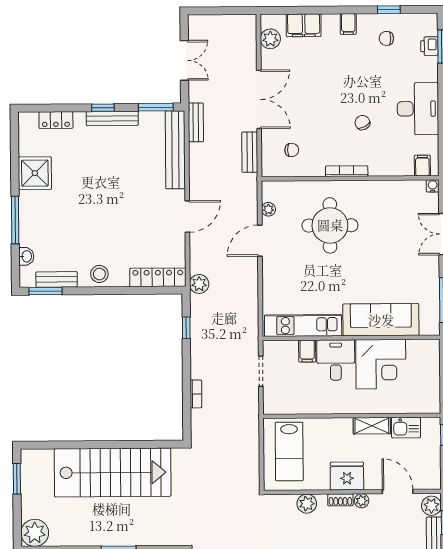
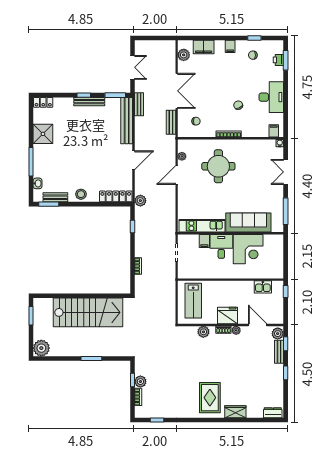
locker: (56, 120) -> (43, 102), moved
shelving: (372, 426) -> (243, 286), removed

